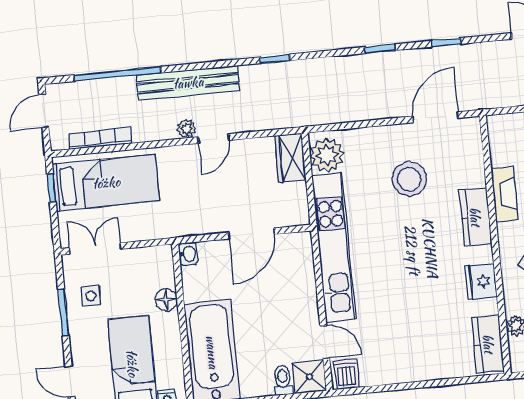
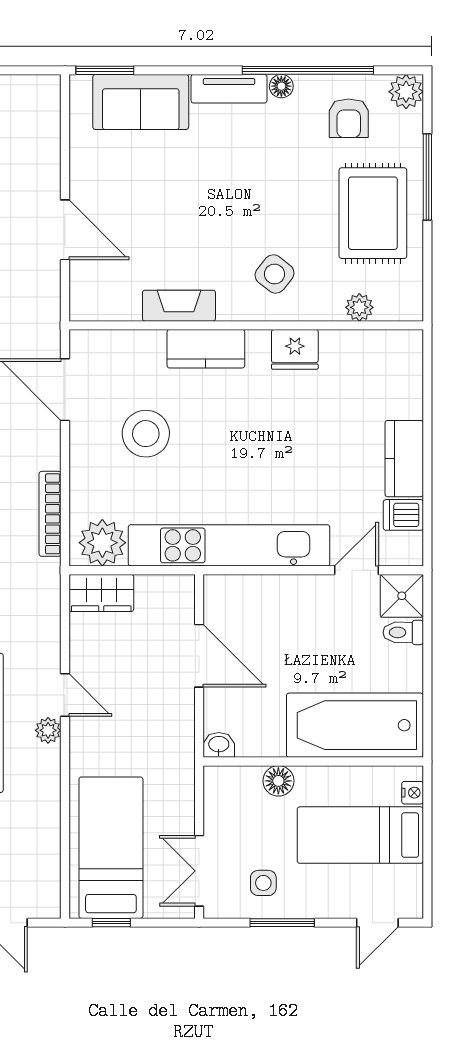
bookcase: (100, 139) -> (50, 514), moved
kitchen counter: (488, 344) -> (404, 459), moved, turned 90
dishwasher: (347, 374) -> (403, 515), moved

